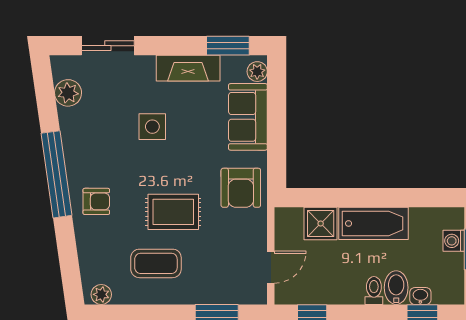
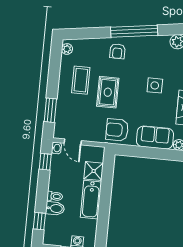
washbasin: (420, 296) -> (56, 148), moved

